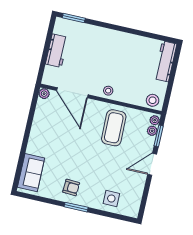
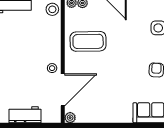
stool: (108, 91) -> (52, 68), moved

